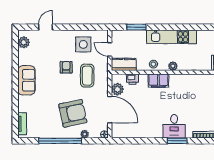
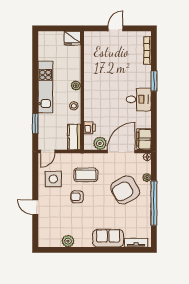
door: (45, 27) -> (35, 207), moved
plant: (24, 42) -> (68, 241), moved
door: (110, 49) -> (48, 151), moved
sofa: (26, 80) -> (108, 238), moved
filing cabinet: (158, 81) -> (144, 139), moved, turned 180
armchair: (73, 113) -> (125, 190), turned -107
desk: (174, 126) -> (139, 99), moved

